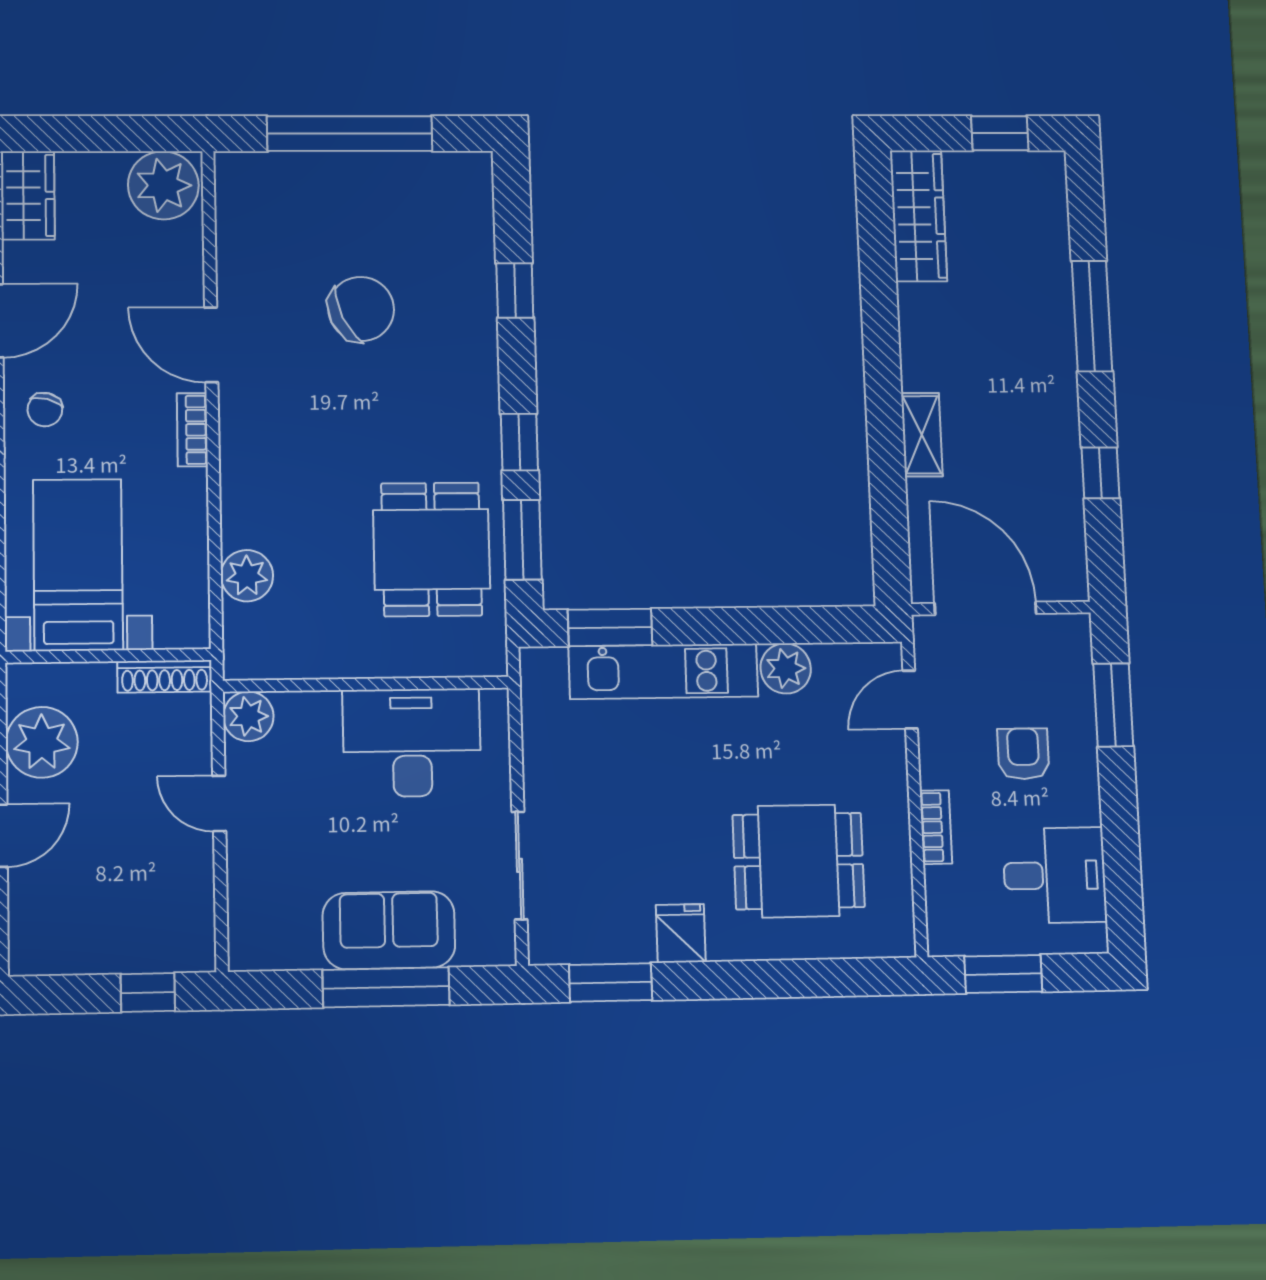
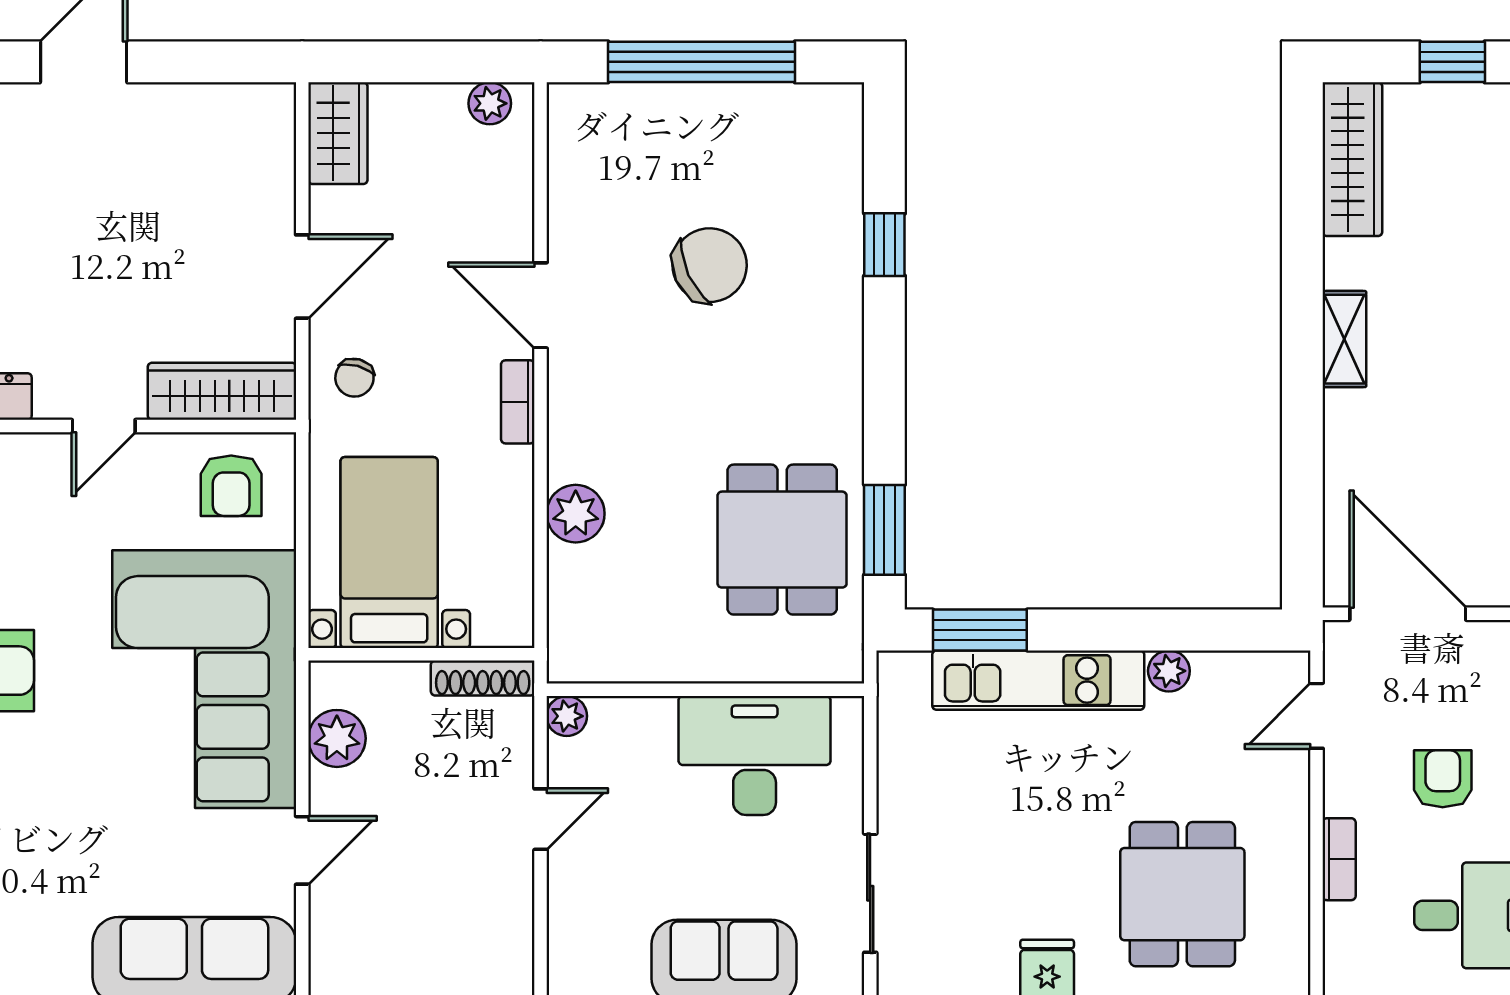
plant: (163, 185) -> (490, 103), width x0.53, depth x0.53
shelving: (922, 435) -> (1344, 339), moved
window: (519, 442) -> (884, 419), removed
plant: (247, 576) -> (576, 514), moved
plant: (786, 668) -> (1169, 671), width x0.73, depth x0.73
plant: (248, 716) -> (567, 716), width x0.73, depth x0.73
plant: (42, 742) -> (337, 738), width x0.73, depth x0.73
door: (219, 803) -> (541, 819), swing flipped
dining table: (799, 861) -> (1182, 894), turned 90

